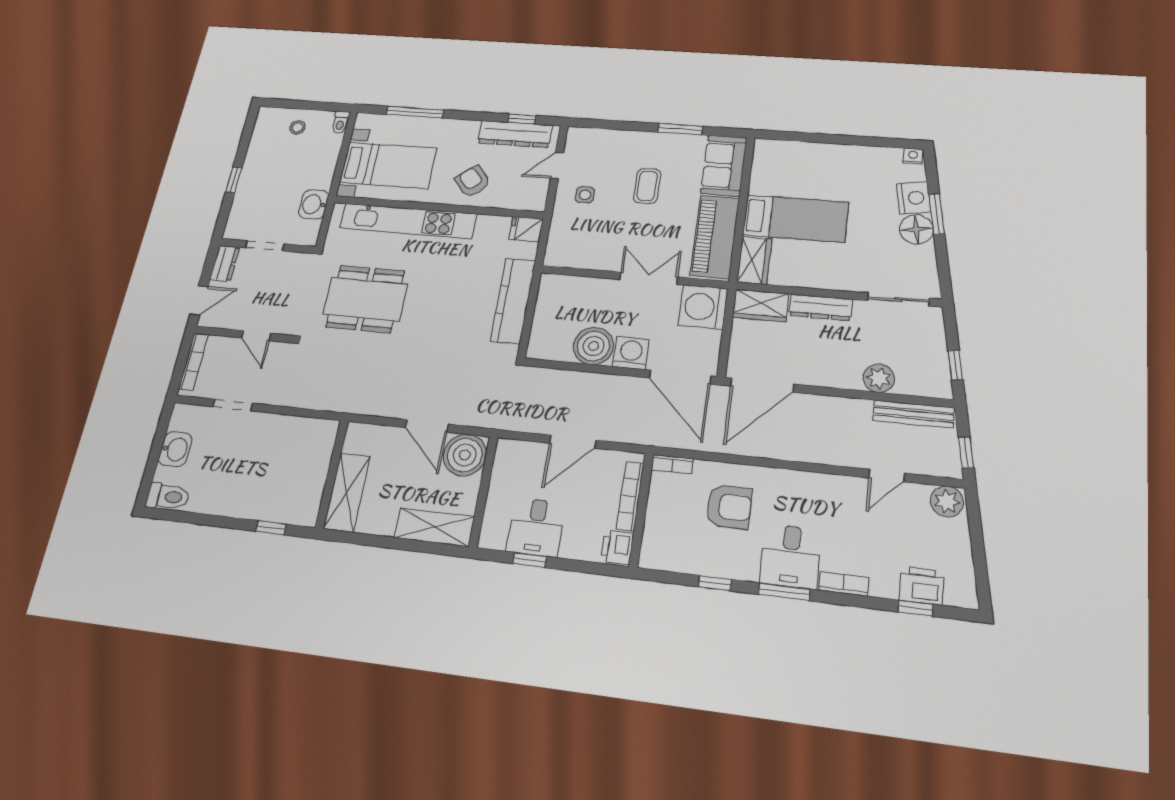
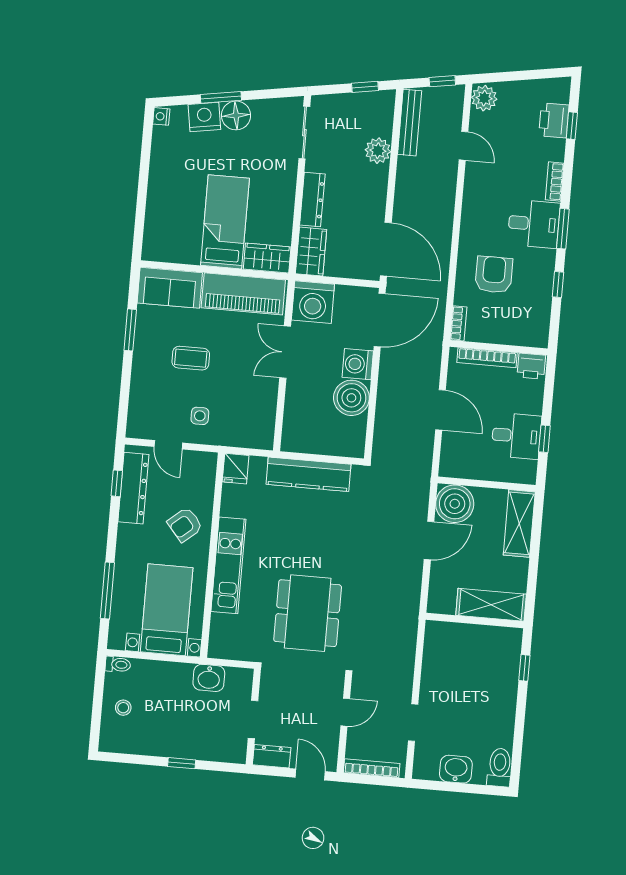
kitchen unit: (408, 221) -> (228, 565), width x0.73

